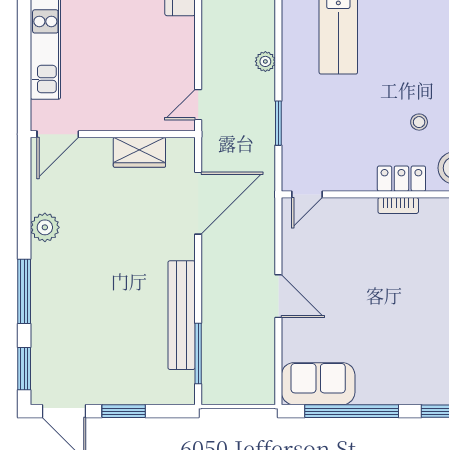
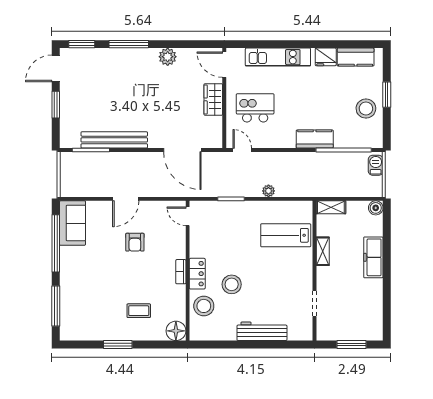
kitchen island: (129, 83) -> (255, 108), added
stool: (419, 122) -> (232, 284), width x1.89, depth x1.89
wardrobe: (139, 152) -> (213, 99), moved
armchair: (350, 281) -> (135, 242), added

